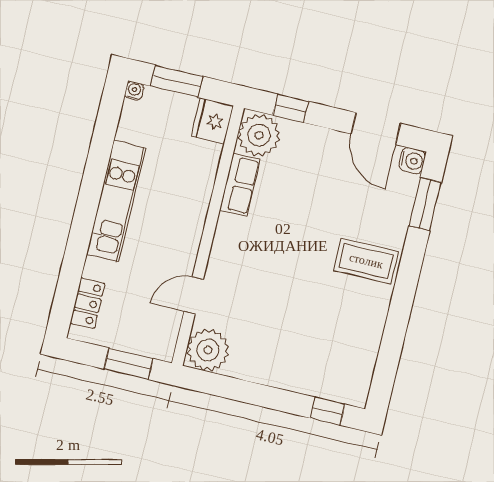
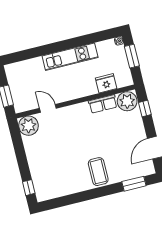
fridge: (212, 121) -> (106, 83), moved
water cooler: (412, 161) -> (149, 169), removed
locker: (88, 303) -> (22, 67), removed

